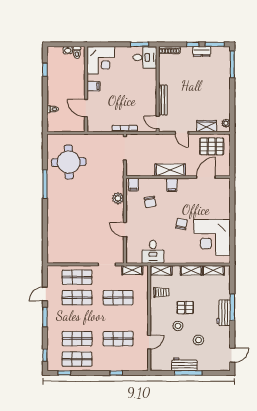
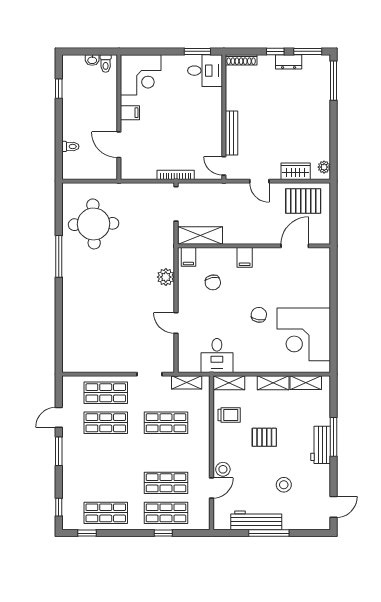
shelving: (170, 170) -> (200, 236), moved
stool: (178, 326) -> (223, 469), moved
shop shelf: (77, 339) -> (166, 513), moved
workbench: (184, 364) -> (256, 520), width x1.38

